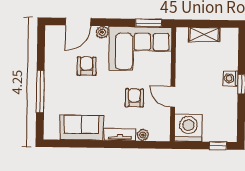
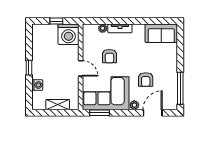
washing machine: (231, 78) -> (37, 85), moved
window: (40, 92) -> (180, 88), moved
door: (173, 97) -> (81, 68), moved
sofa: (81, 128) -> (161, 33), moved
window: (218, 146) -> (56, 21), moved

